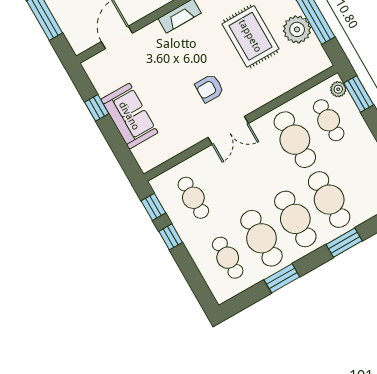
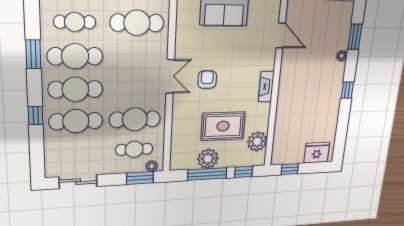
double door: (228, 130) -> (170, 76), swing flipped
cafe table: (193, 198) -> (137, 23), width x1.37, depth x1.35
window: (344, 243) -> (36, 116), width x0.67

